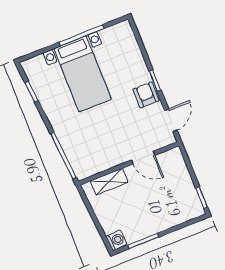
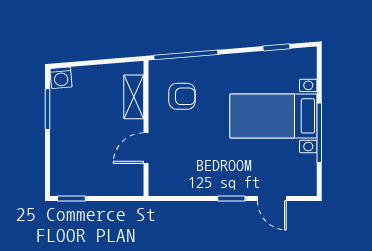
armchair: (146, 95) -> (182, 96), moved
door: (171, 120) -> (272, 198), moved

